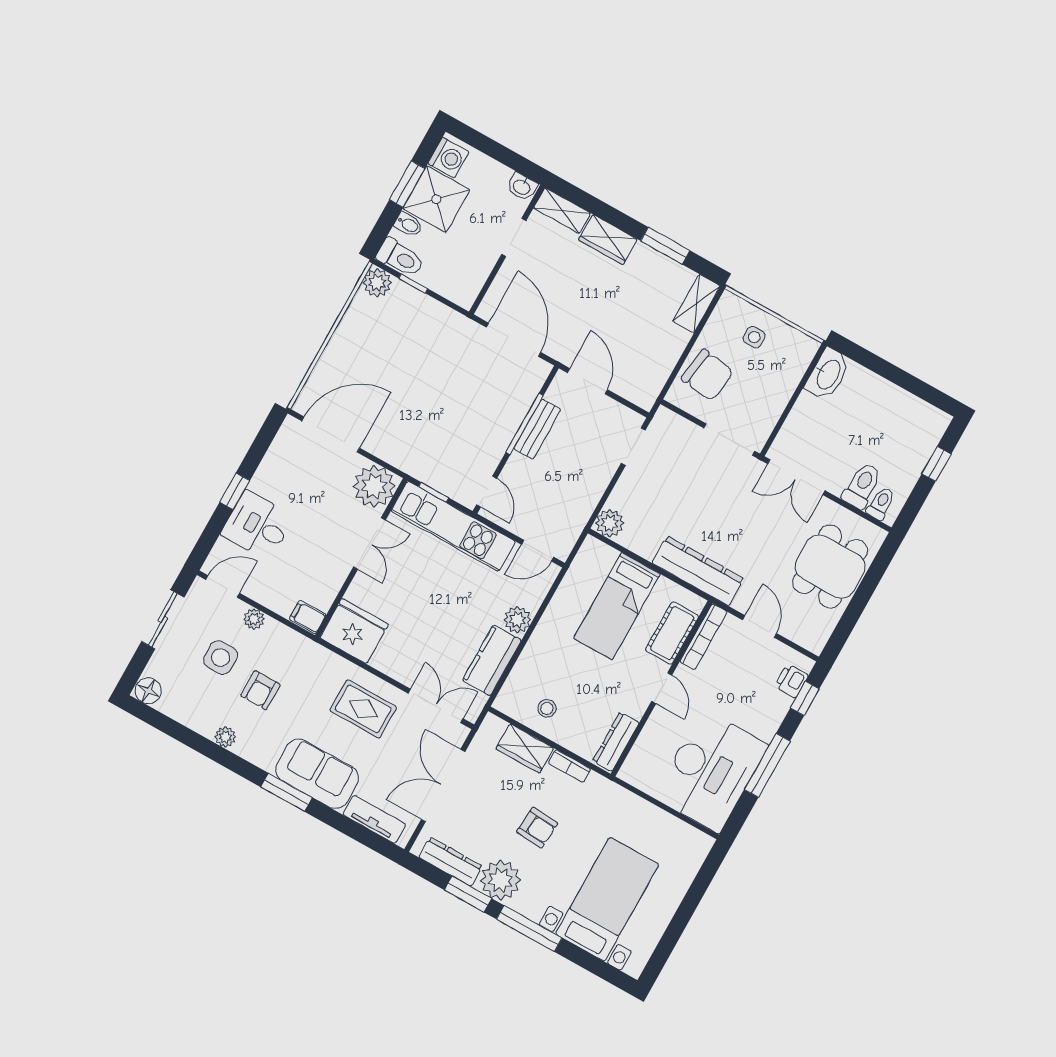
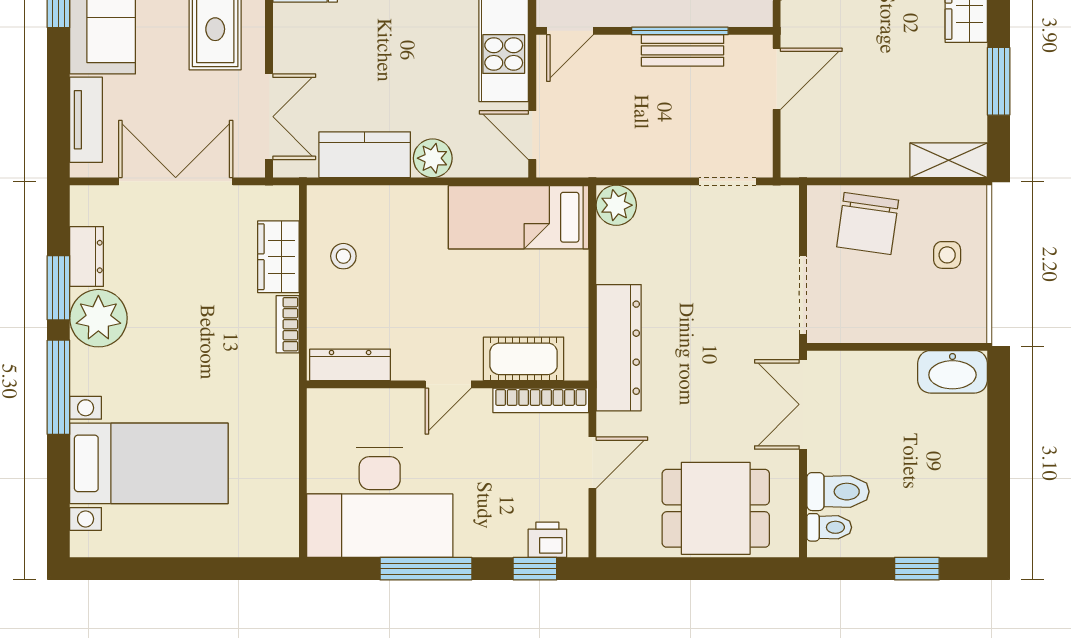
bed: (617, 606) -> (519, 217), moved
armchair: (537, 828) -> (189, 327), removed
dresser: (451, 862) -> (87, 257), width x0.70

